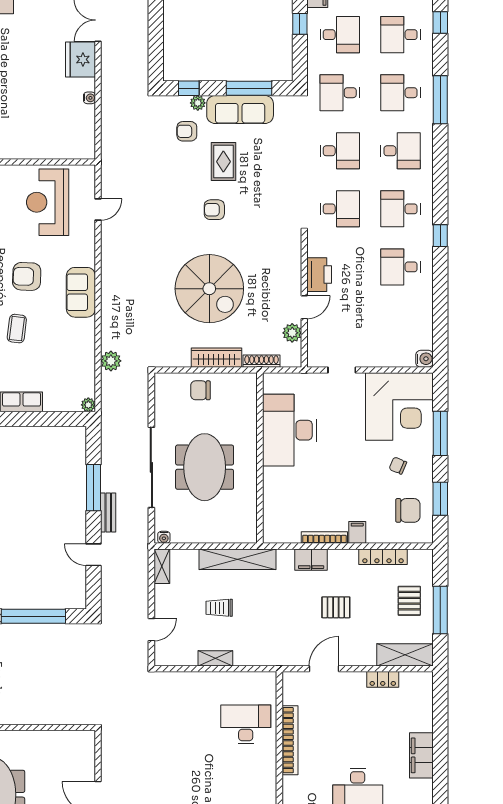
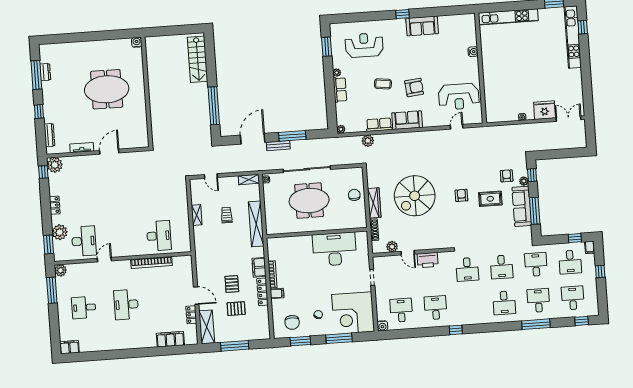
reception desk: (48, 202) -> (459, 97), turned 180
desk: (401, 209) -> (401, 310), moved
door: (98, 210) -> (457, 127), swing flipped
armchair: (27, 276) -> (414, 87), turned 82
row of seats: (85, 340) -> (379, 125), added
door: (94, 555) -> (253, 139), width x1.87
locker: (383, 557) -> (262, 292), moved
pallet: (409, 601) -> (236, 309), moved
door: (324, 669) -> (196, 296), moved
filing cabinet: (421, 755) -> (170, 339), moved

